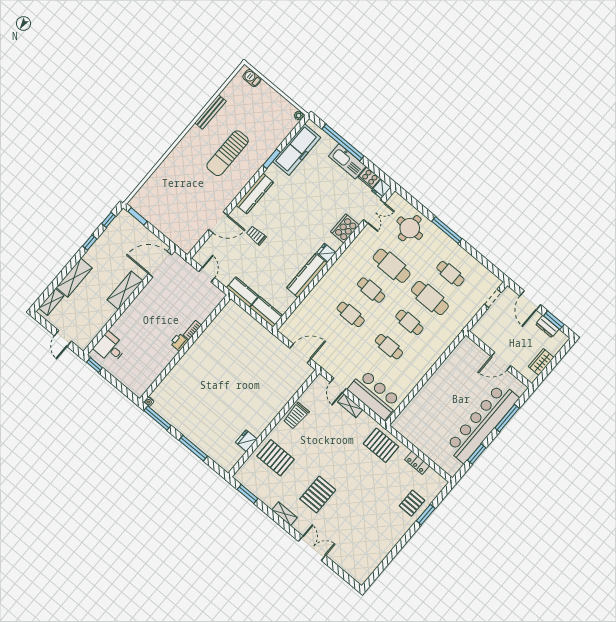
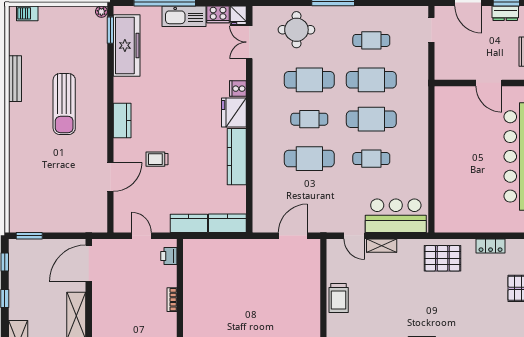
window: (272, 159) -> (110, 30), moved
kitchen counter: (255, 194) -> (122, 121), width x0.67
double door: (374, 211) -> (249, 42), swing flipped
cooker: (345, 228) -> (238, 89), width x0.53, depth x0.76
fridge: (326, 253) -> (234, 113), width x1.88, depth x1.34
cafe table: (351, 314) -> (309, 159), width x1.37, depth x1.35
cafe table: (409, 322) -> (371, 119), width x1.37, depth x1.35
printer: (179, 342) -> (169, 256), moved
door: (501, 361) -> (489, 83), hinge flipped

